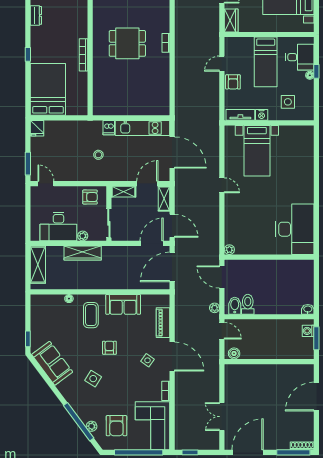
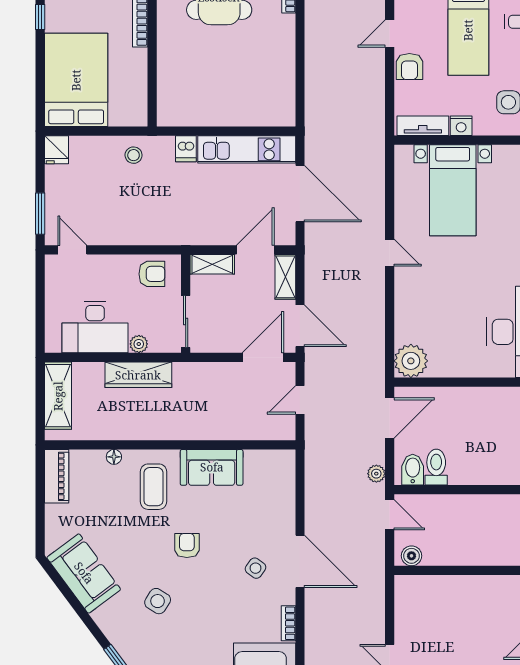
stool: (98, 155) -> (134, 155), moved
plant: (229, 250) -> (411, 361), width x1.88, depth x1.88
door: (172, 267) -> (300, 400), width x0.53
door: (222, 277) -> (390, 418), swing flipped
piano: (163, 323) -> (57, 476), moved, turned 180
window: (28, 339) -> (40, 529), removed

